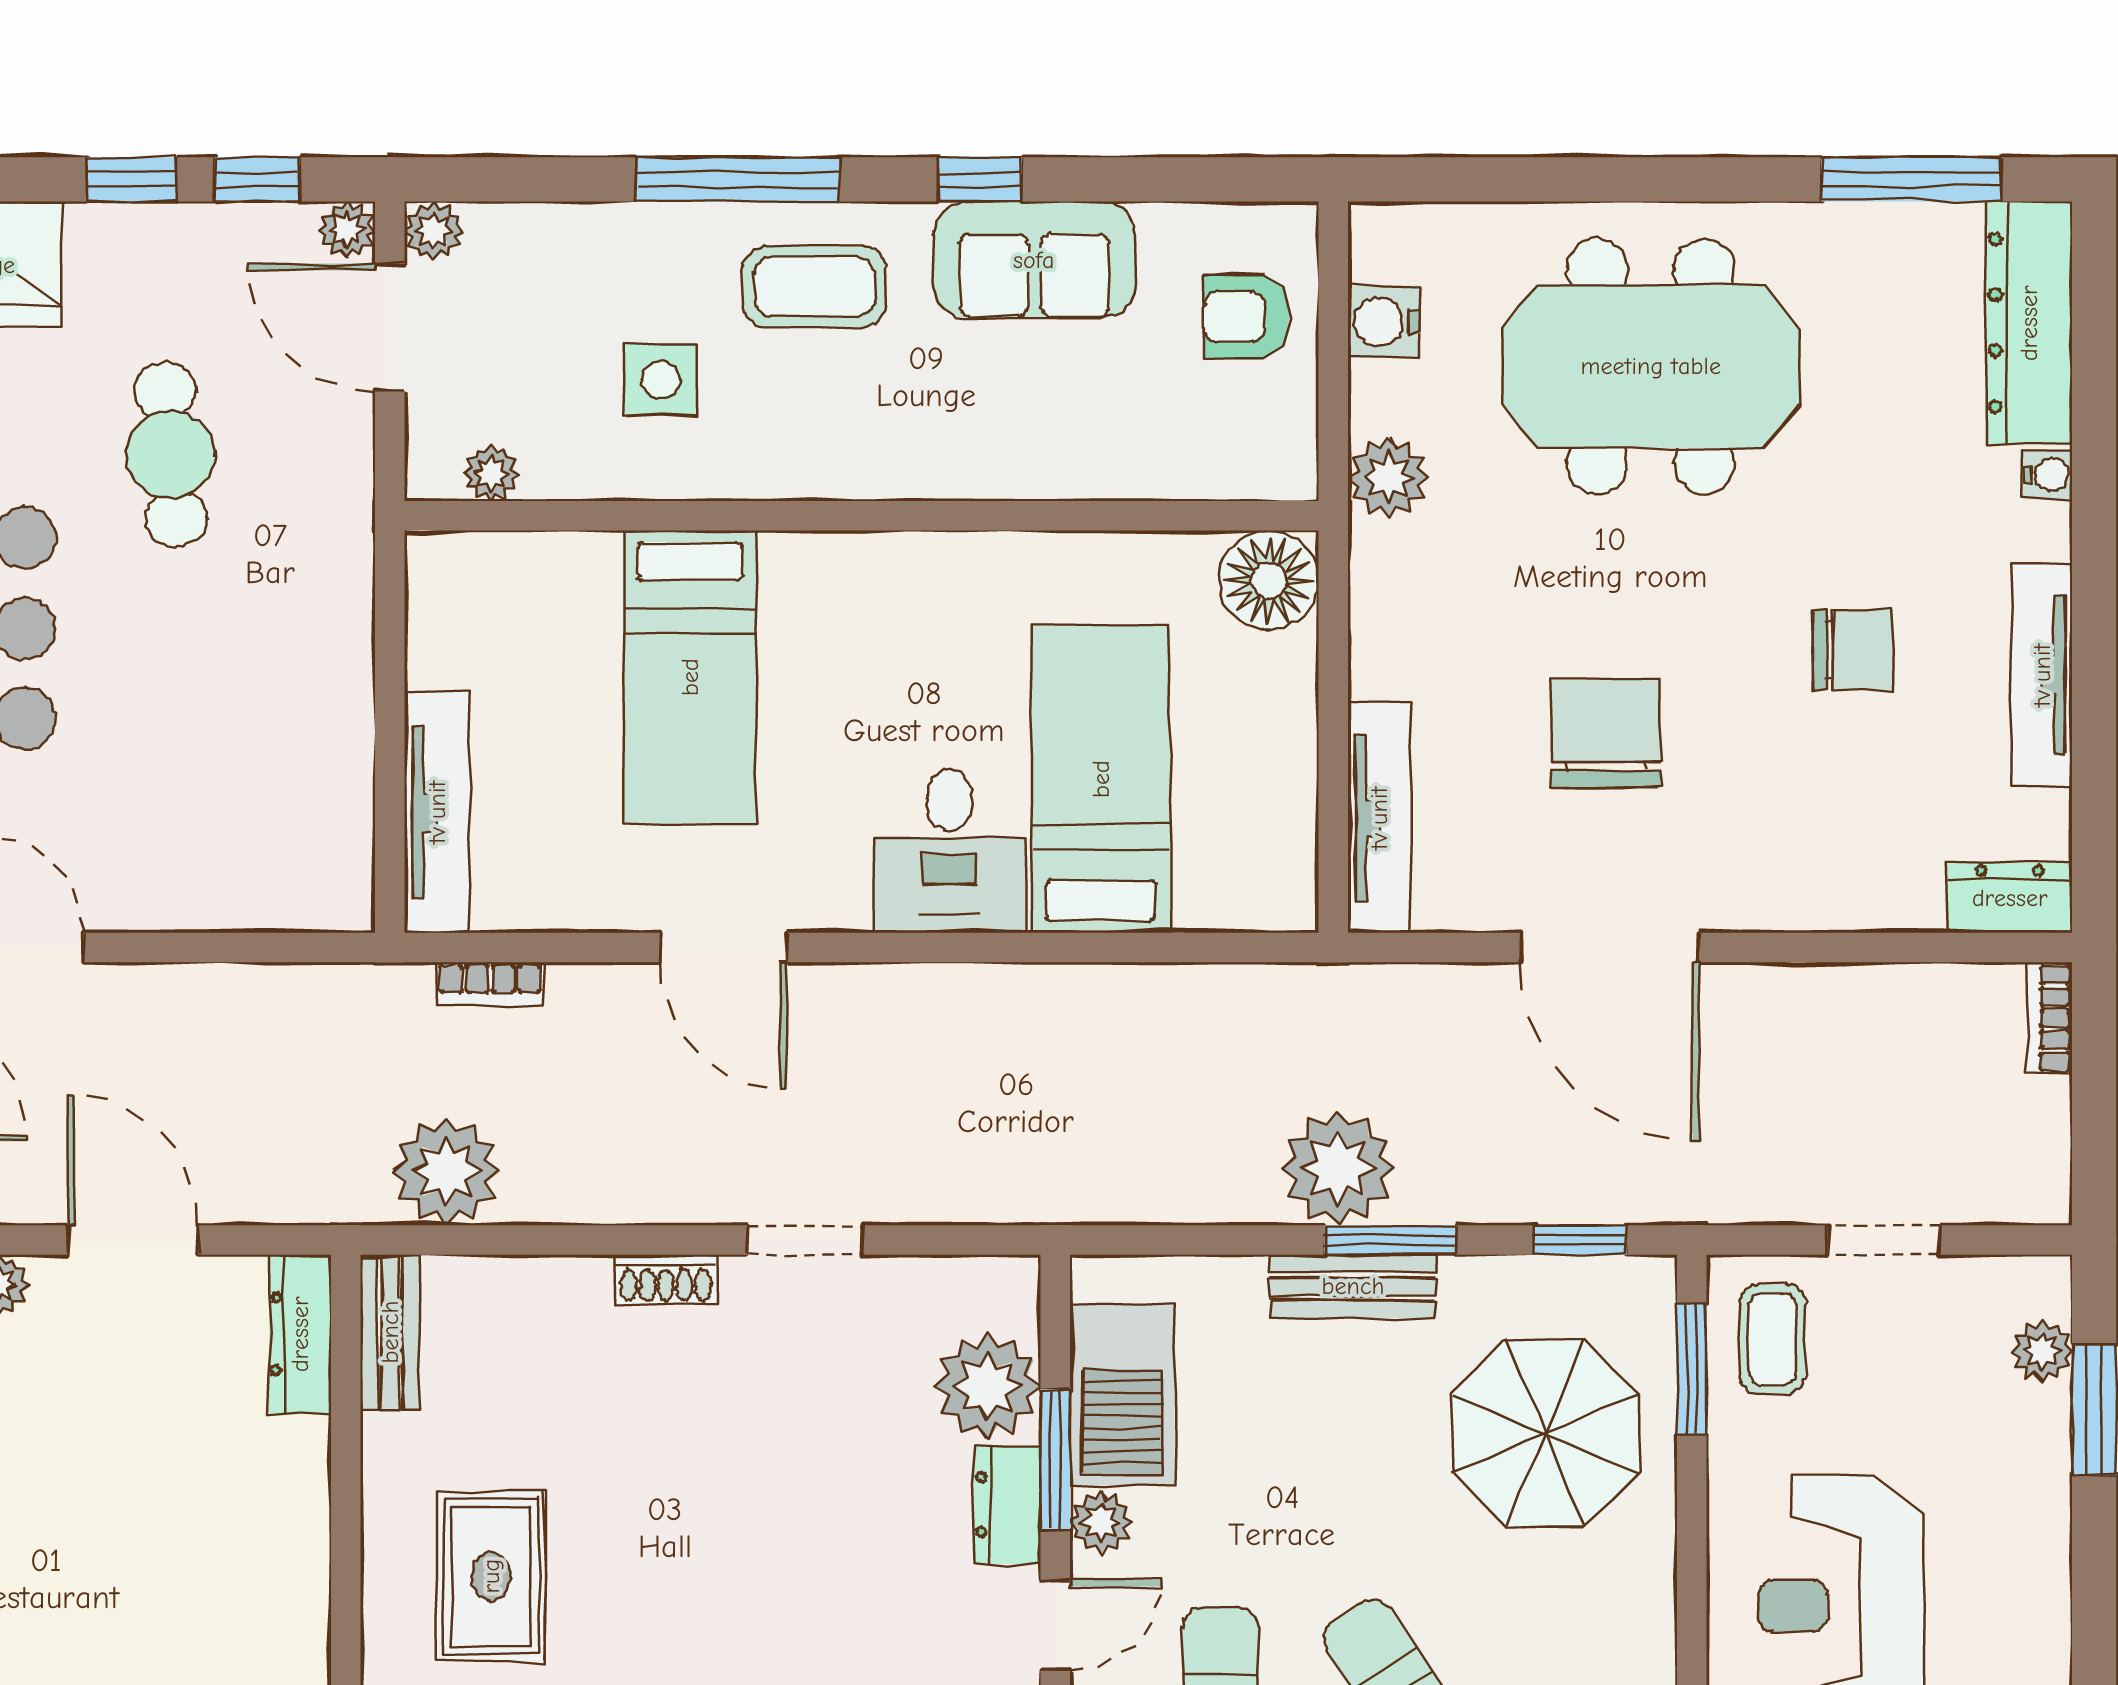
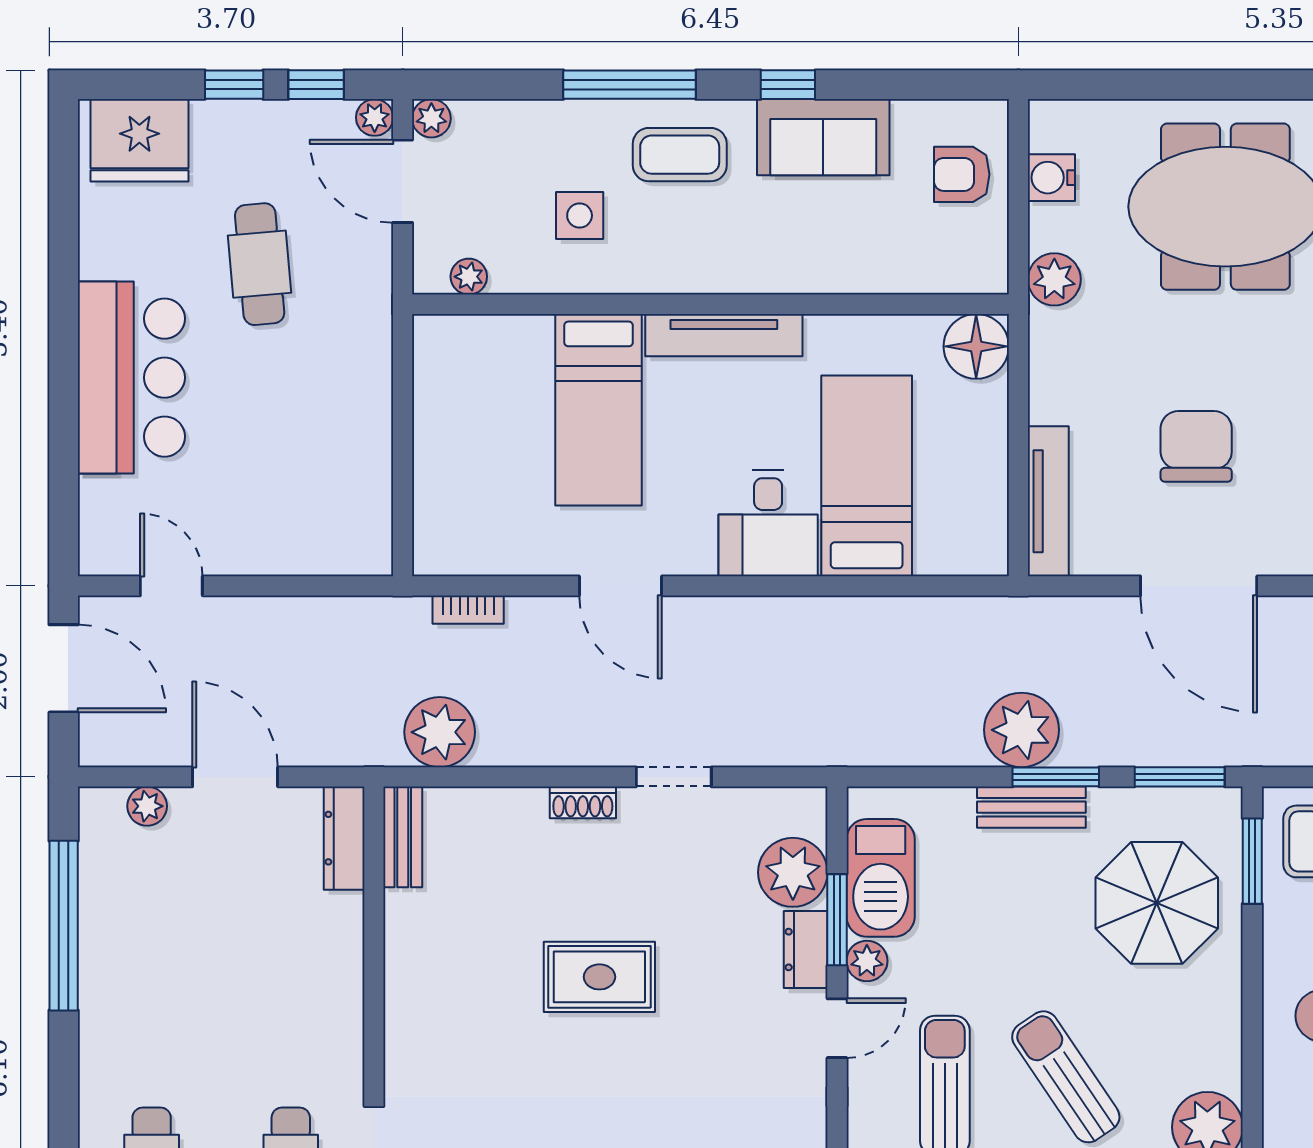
tv unit: (437, 812) -> (724, 335), moved, turned 90
window: (1580, 1240) -> (1180, 777), width x1.50
rug: (491, 1576) -> (599, 977), moved, turned 90

